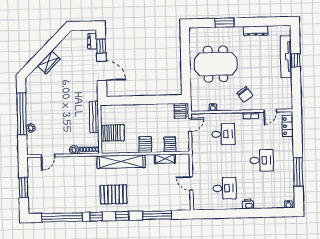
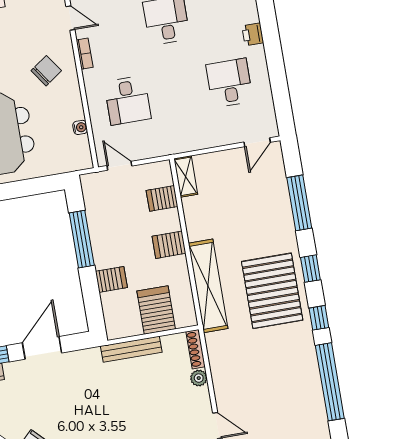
window: (155, 100) -> (82, 239), added
server rack: (180, 111) -> (111, 279), moved
desk: (223, 134) -> (128, 100), turned 180
shelving: (165, 159) -> (186, 176), moved
door: (191, 184) -> (257, 142), moved
pallet: (114, 194) -> (272, 291), width x1.37, depth x1.41

